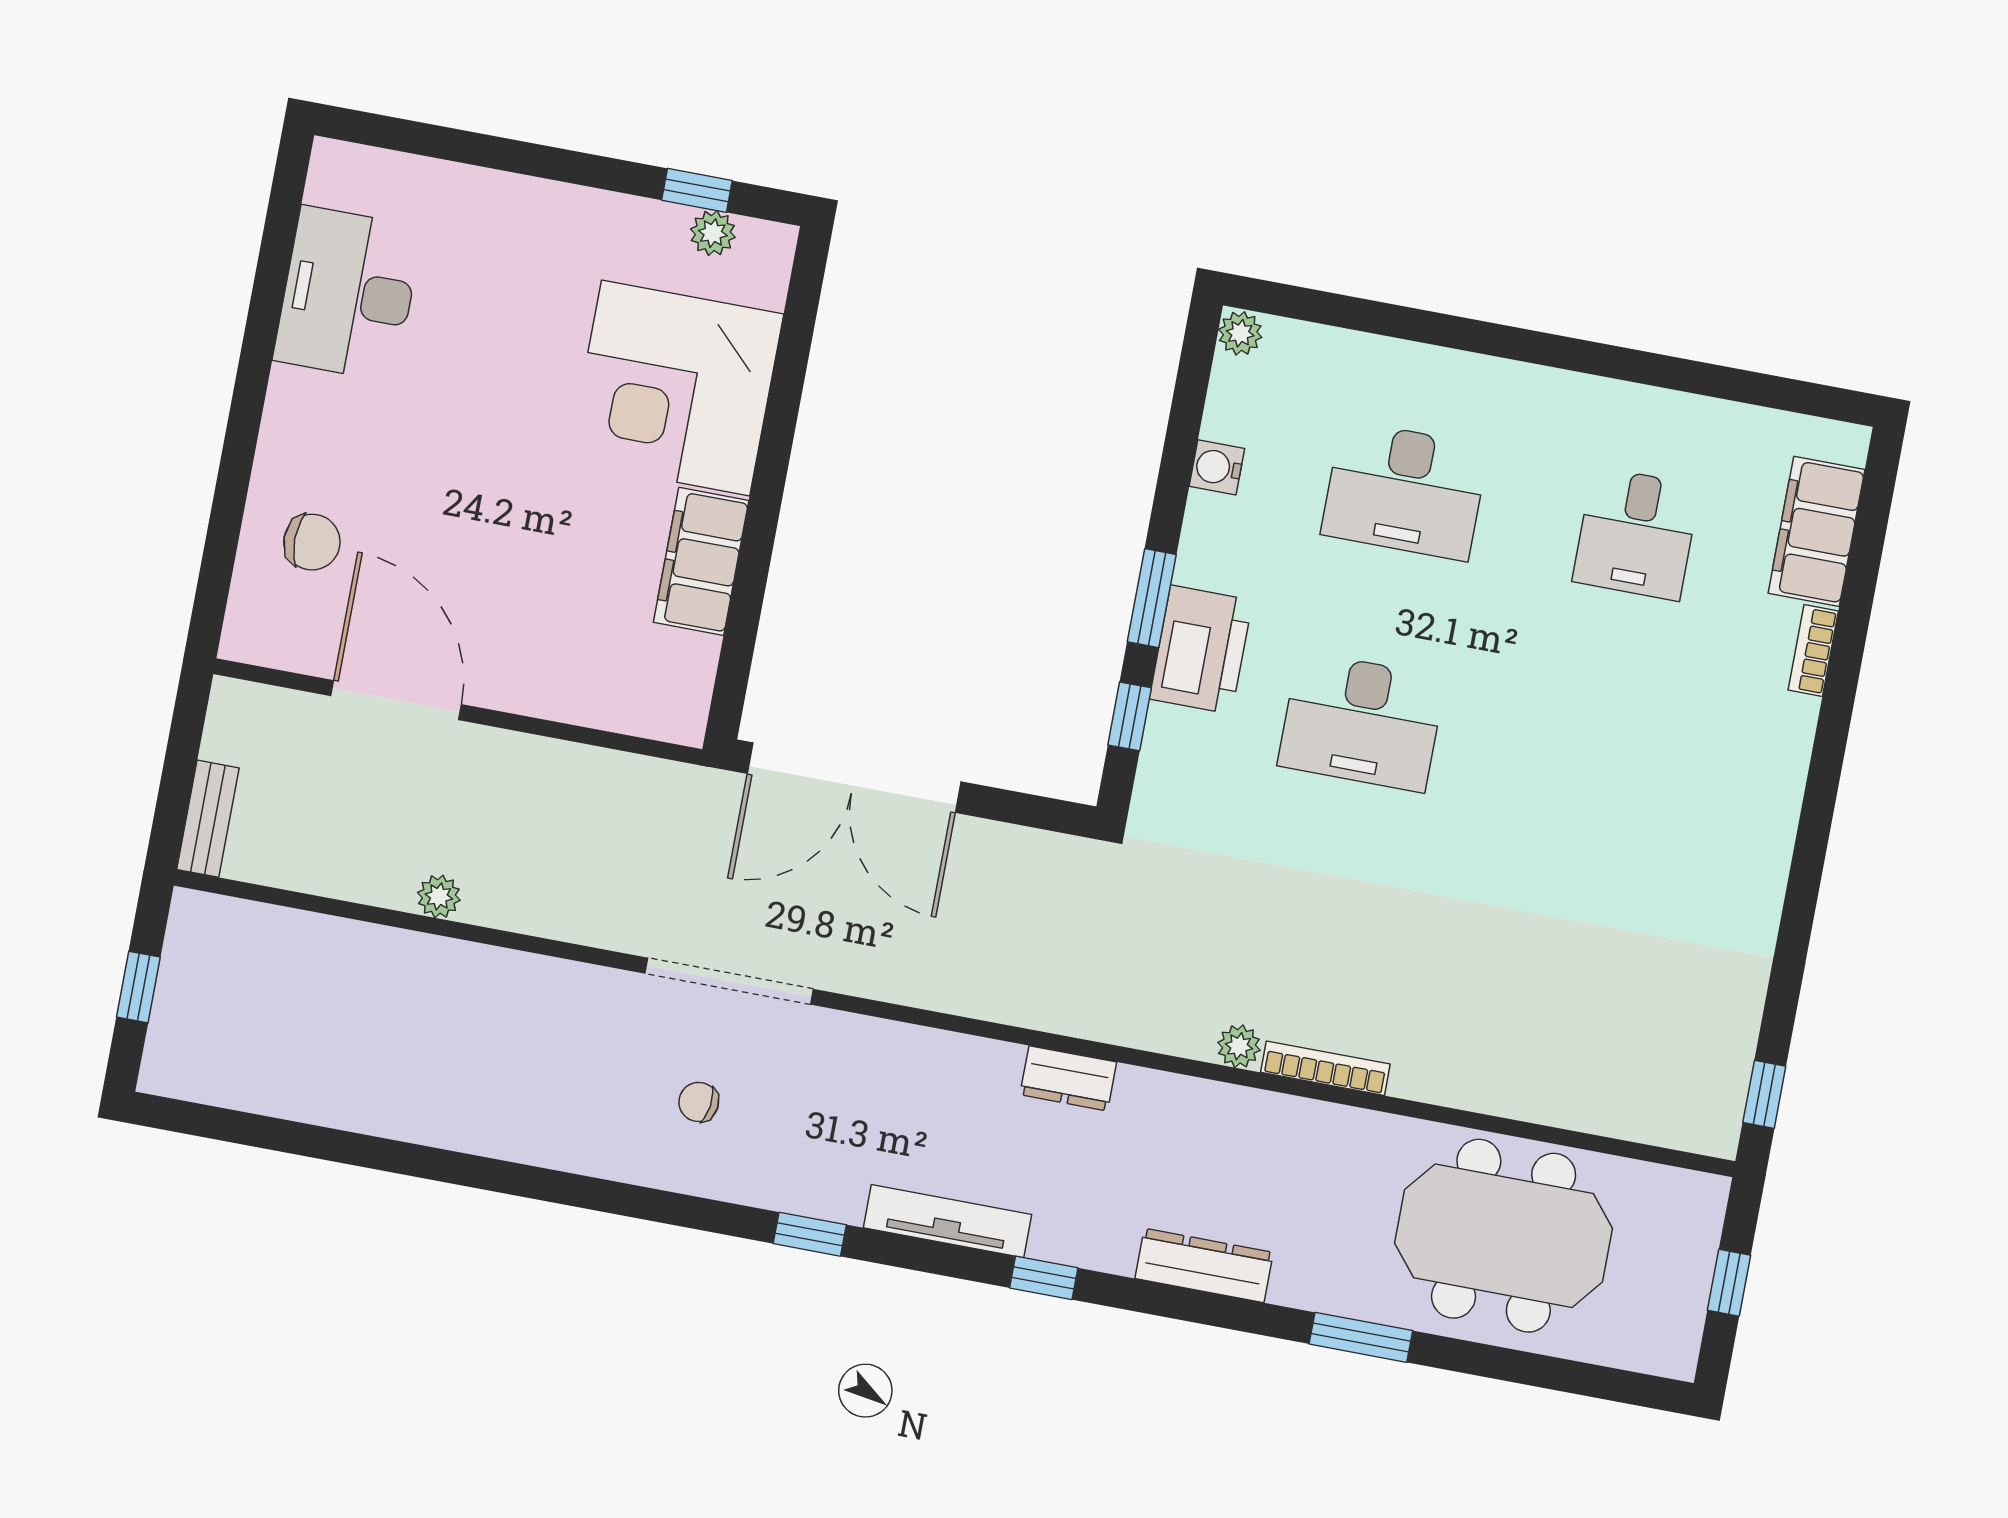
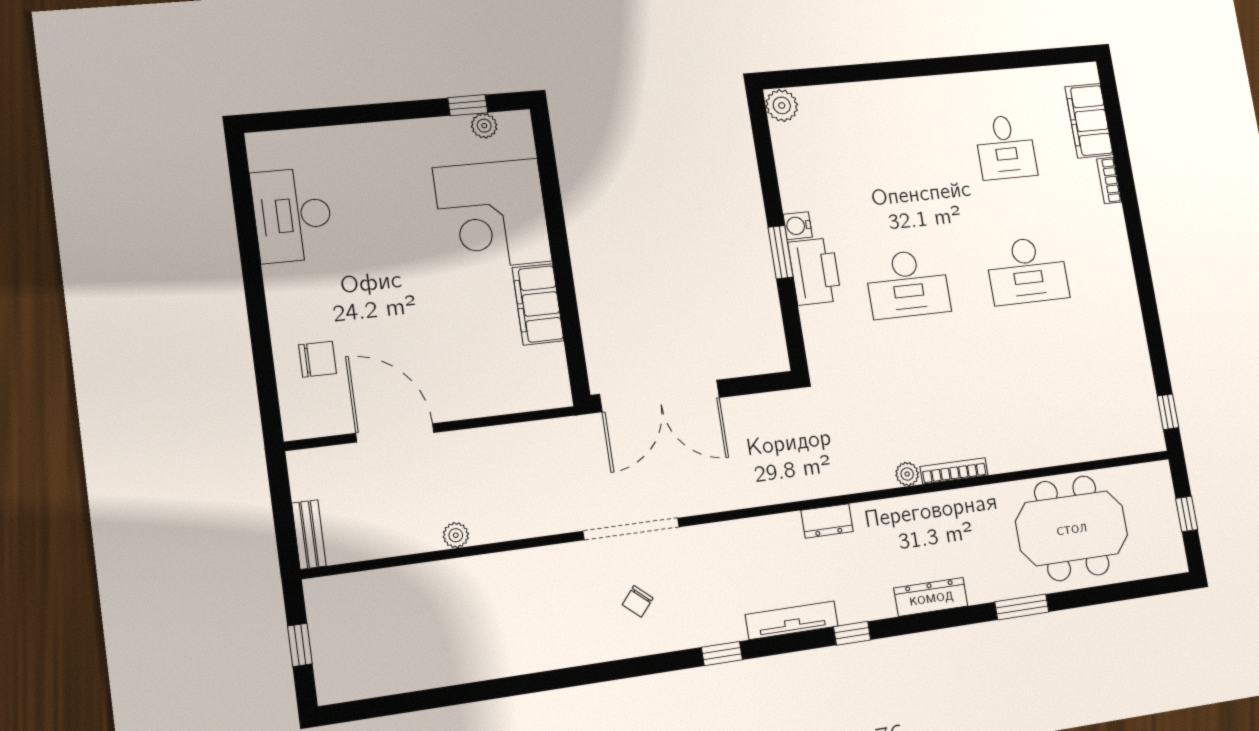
plant: (1240, 333) -> (782, 105), width x1.38, depth x1.38
water cooler: (1217, 467) -> (798, 226), moved
desk: (1405, 490) -> (1027, 271), moved
window: (1130, 716) -> (791, 318), removed
chair: (699, 1102) -> (638, 601), turned -57

